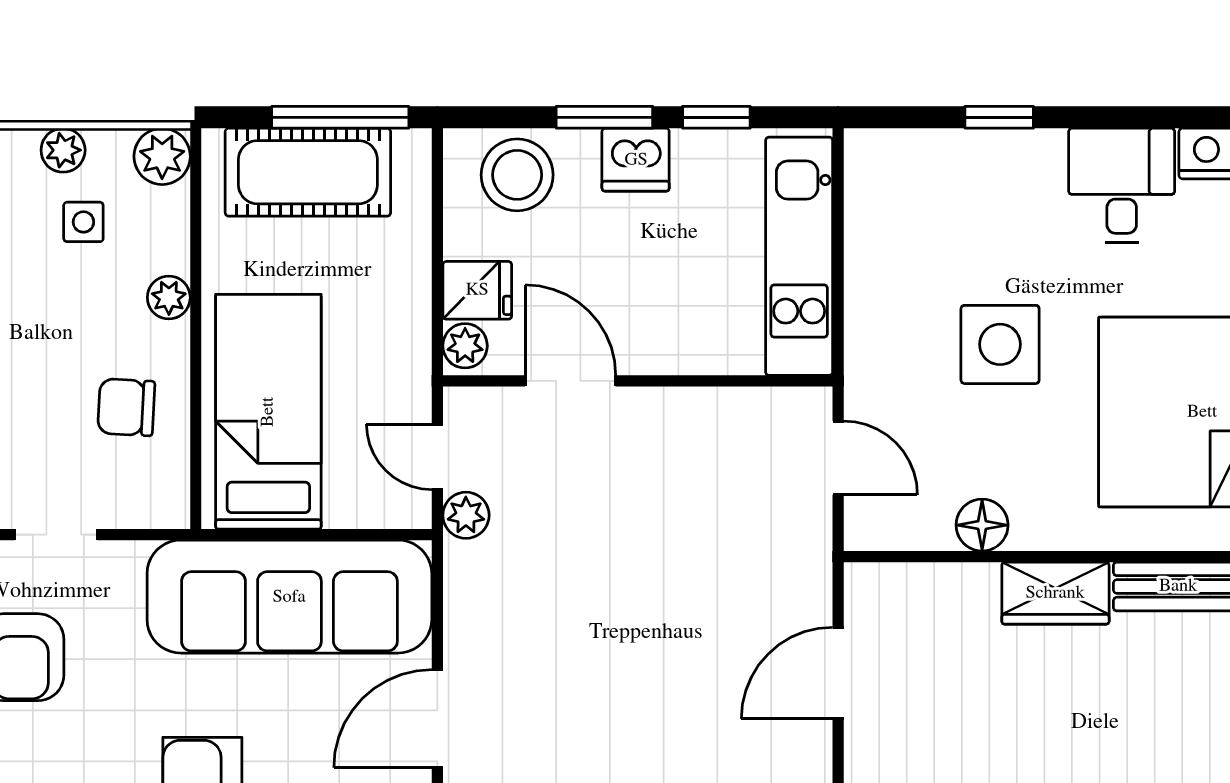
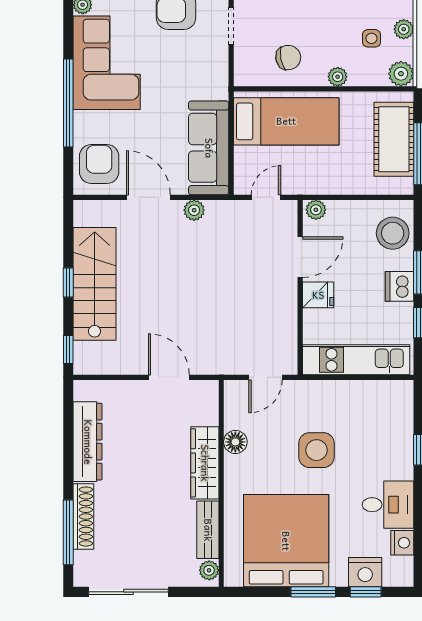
fridge: (477, 290) -> (318, 295), moved, turned -90
chair: (126, 407) -> (288, 58), turned 76
plant: (466, 515) -> (194, 210), moved
wardrobe: (1055, 593) -> (205, 463), width x1.50
sofa: (289, 597) -> (209, 148), width x0.74, depth x0.79

